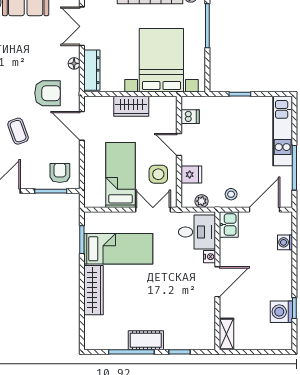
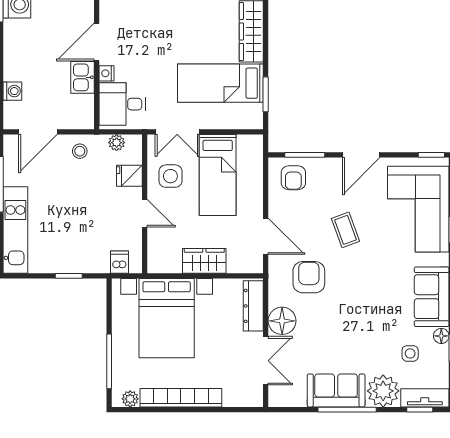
floor lamp: (74, 63) -> (282, 321), width x1.89, depth x1.89
armchair: (47, 93) -> (309, 277), turned 90
dishwasher: (190, 117) -> (119, 262), moved, turned 90
kitchen sink: (229, 225) -> (83, 77), moved

